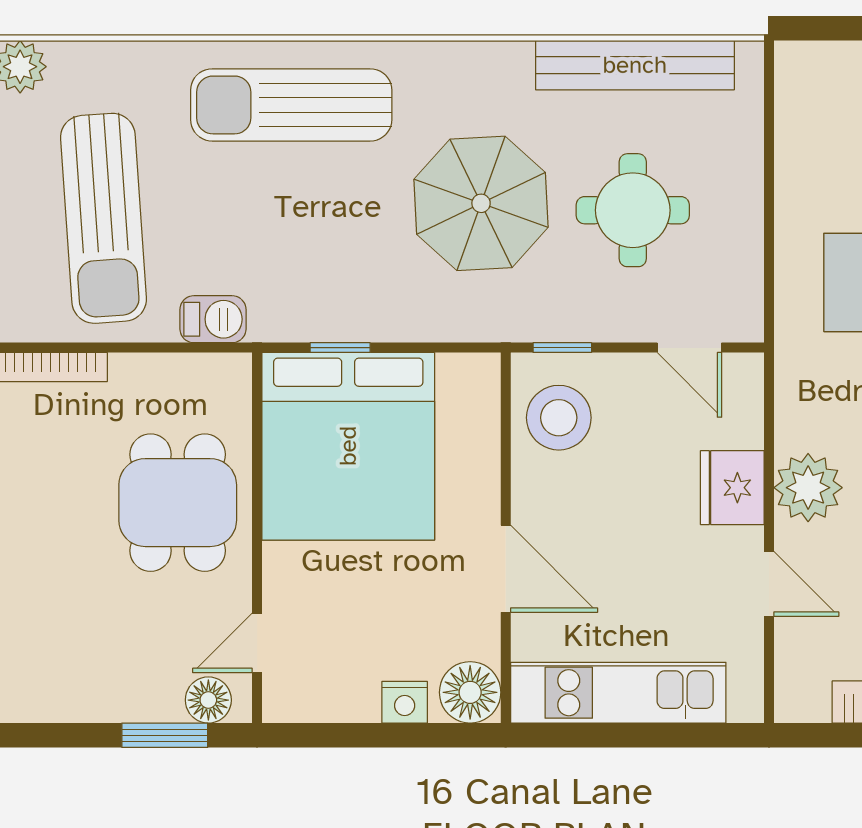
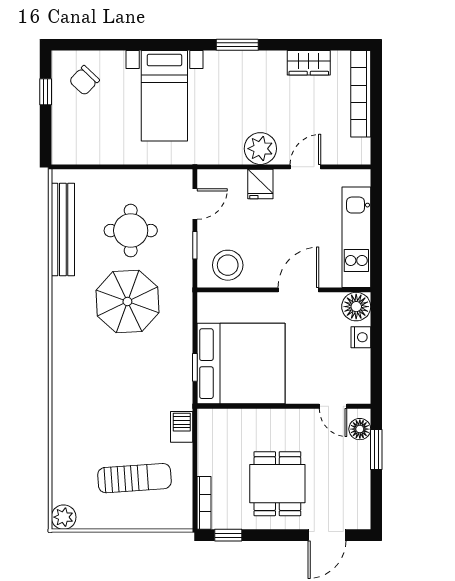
sun lounger: (291, 105) -> (81, 390), removed
sun lounger: (103, 218) -> (134, 478), width x0.73, depth x0.75
window: (562, 348) -> (195, 245), moved
fridge: (732, 488) -> (260, 184), width x0.72
dining table: (178, 503) -> (277, 484), moved, turned 90

